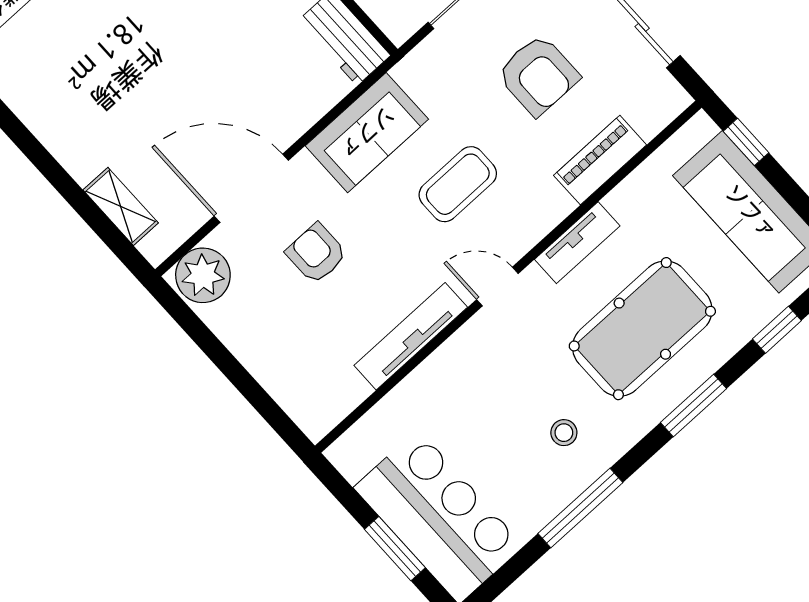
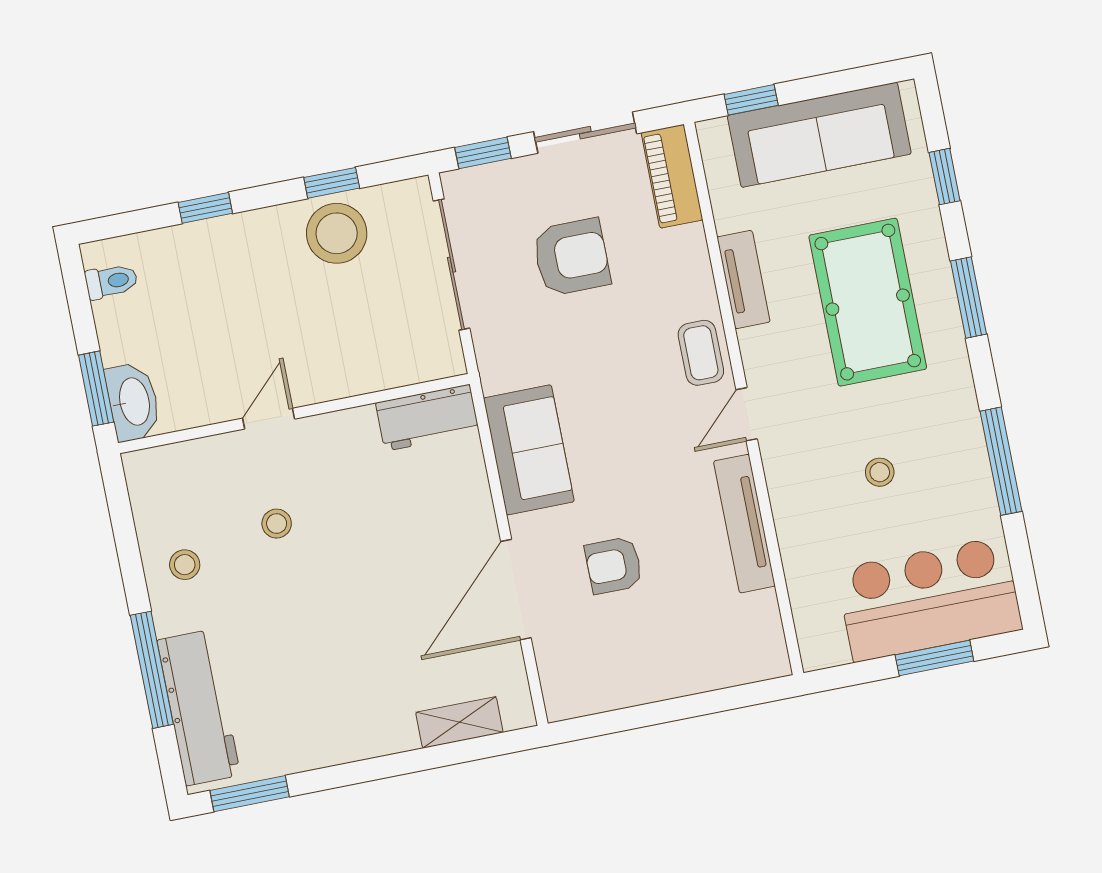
piano: (600, 160) -> (672, 176), moved
coffee table: (458, 184) -> (701, 353), moved, width x0.73, depth x0.77
tv unit: (577, 243) -> (743, 280), moved
plant: (203, 275) -> (570, 684), removed
stool: (564, 433) -> (880, 472), moved

